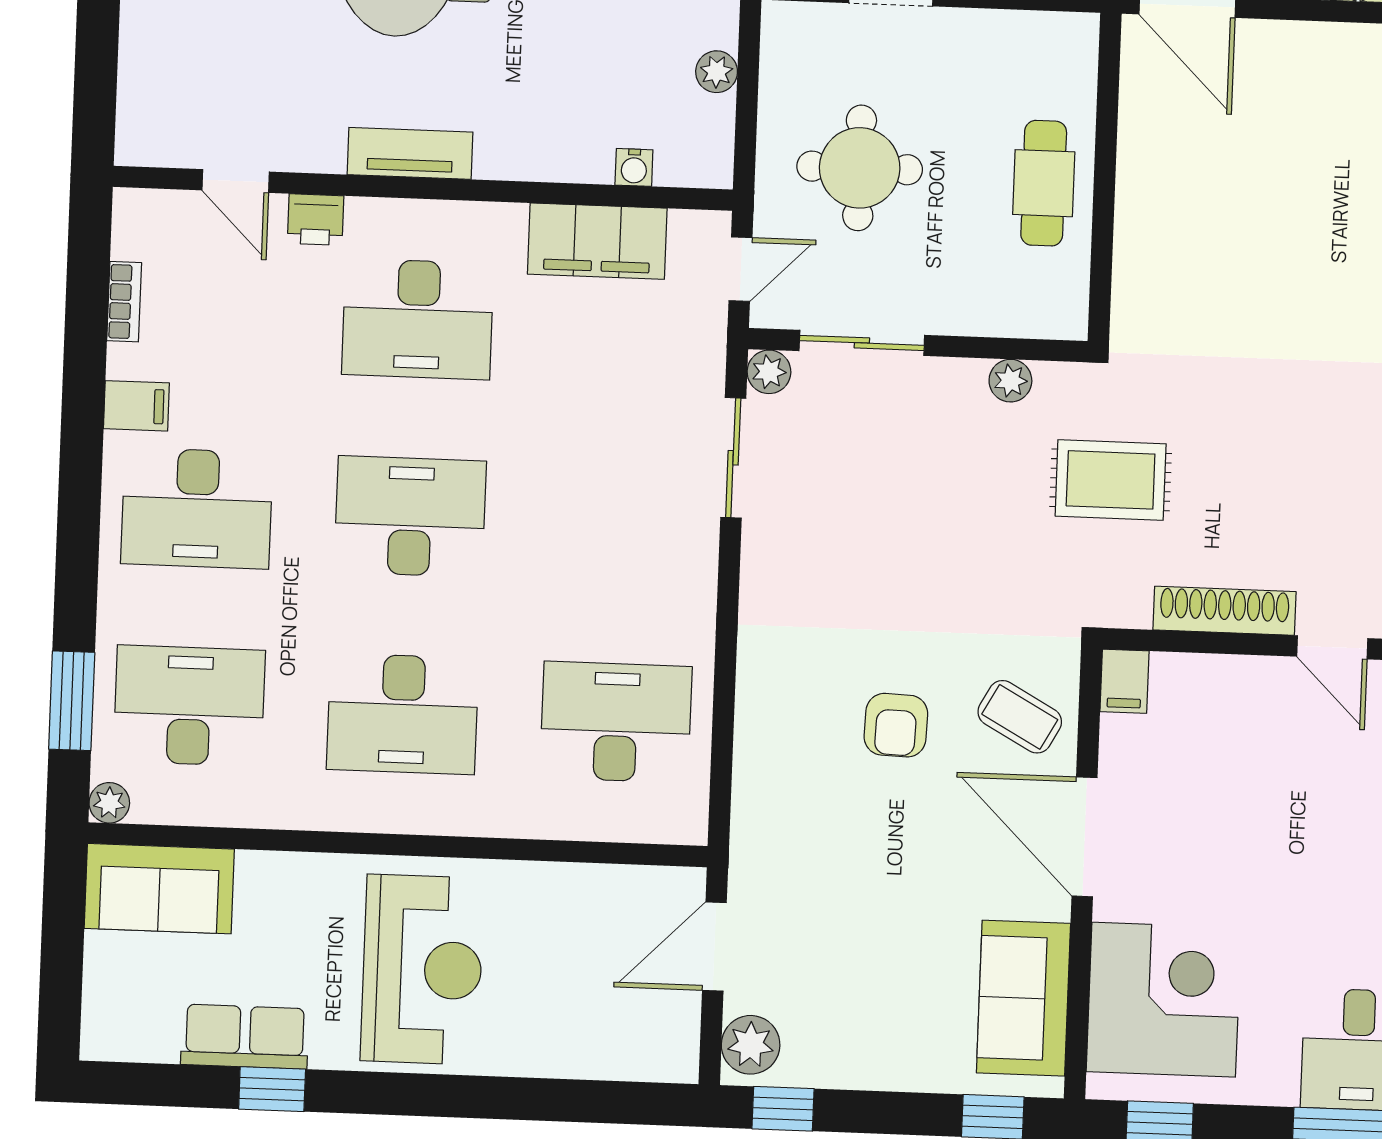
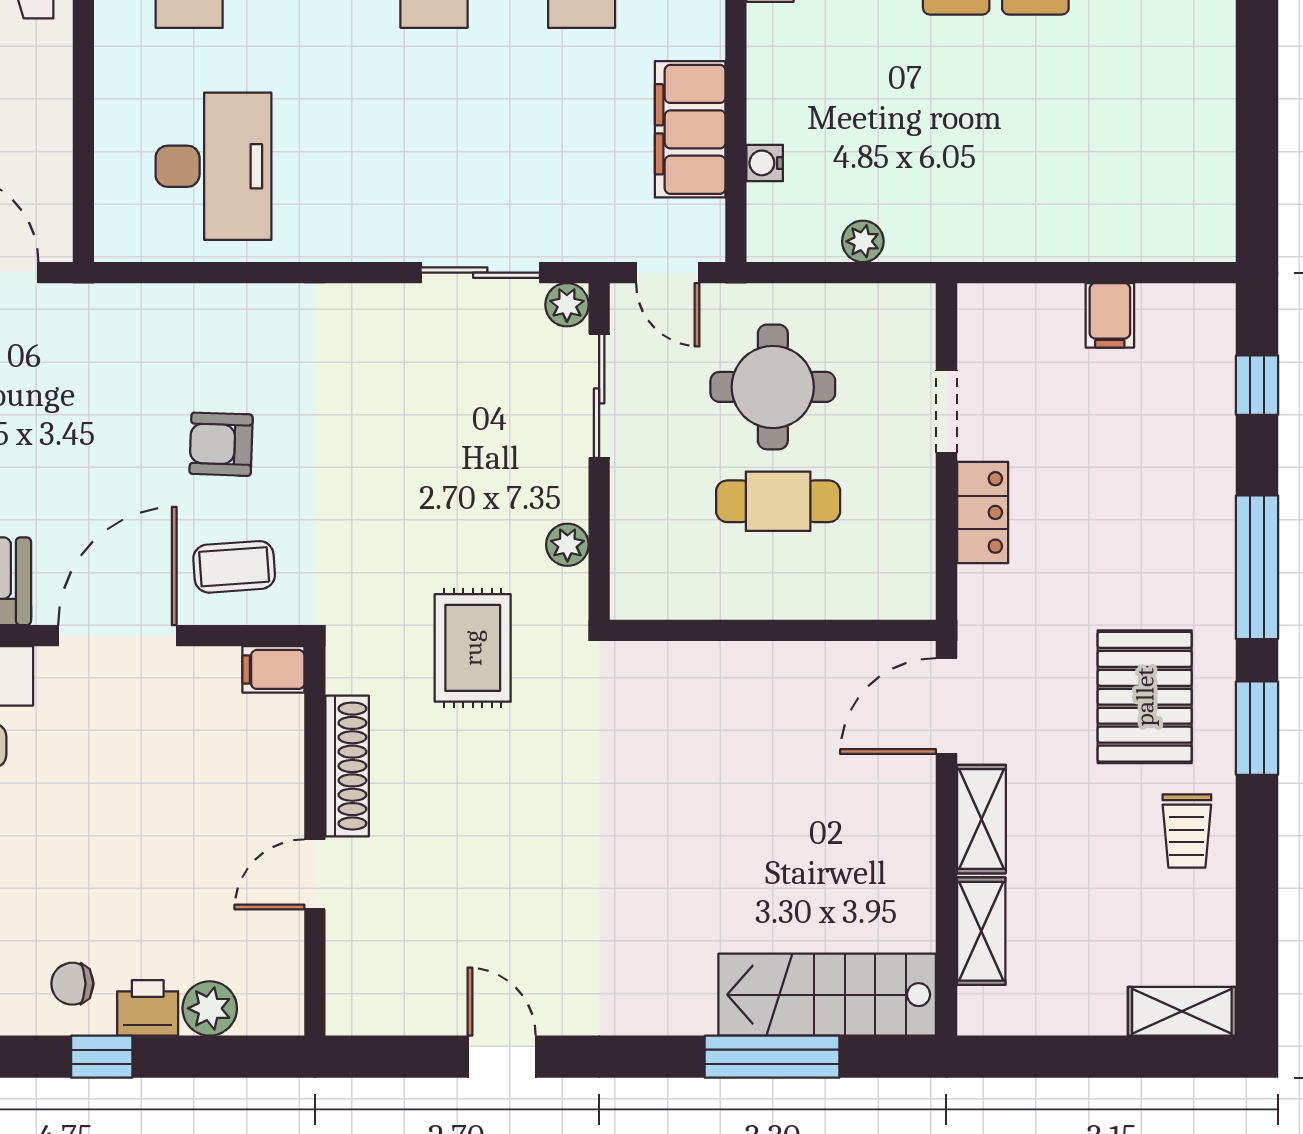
cafe table: (1044, 183) -> (778, 501), moved
coffee table: (1020, 717) -> (234, 567), turned 57

